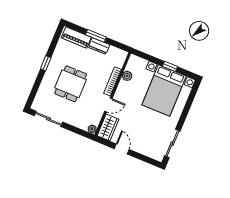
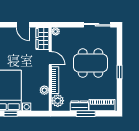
plant: (118, 60) -> (58, 101), added
dining table: (71, 84) -> (91, 63), width x1.37
door: (108, 105) -> (50, 58), swing flipped

